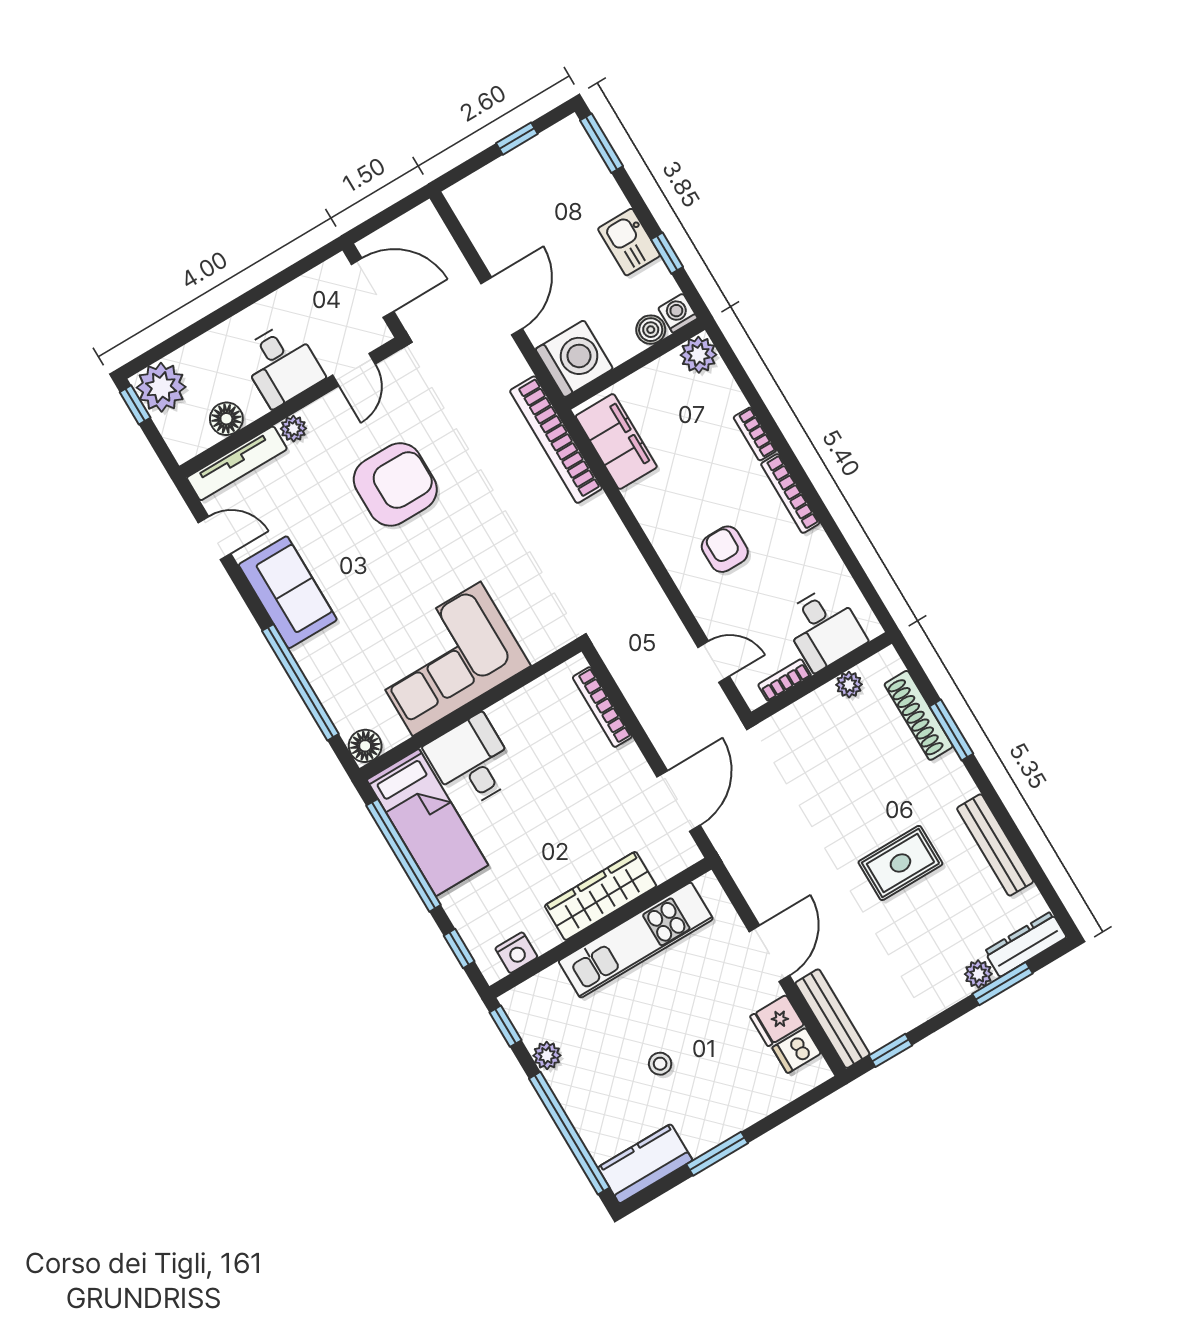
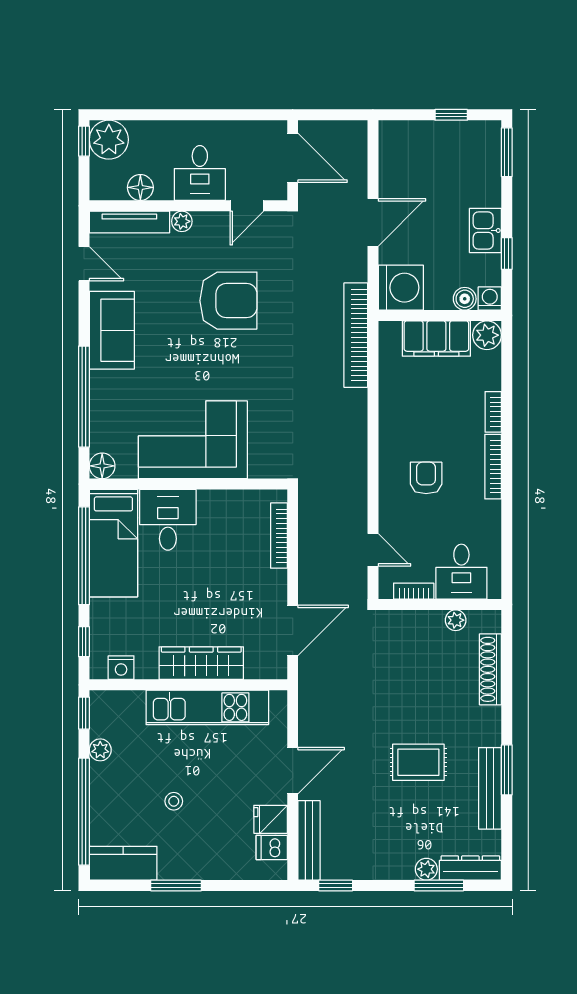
filing cabinet: (616, 442) -> (436, 339), moved, turned 90
window: (951, 730) -> (507, 770), moved

